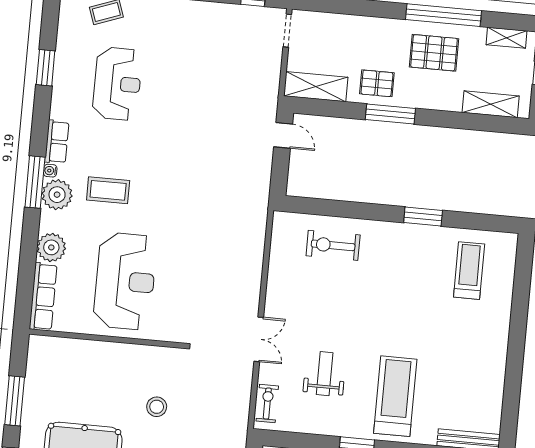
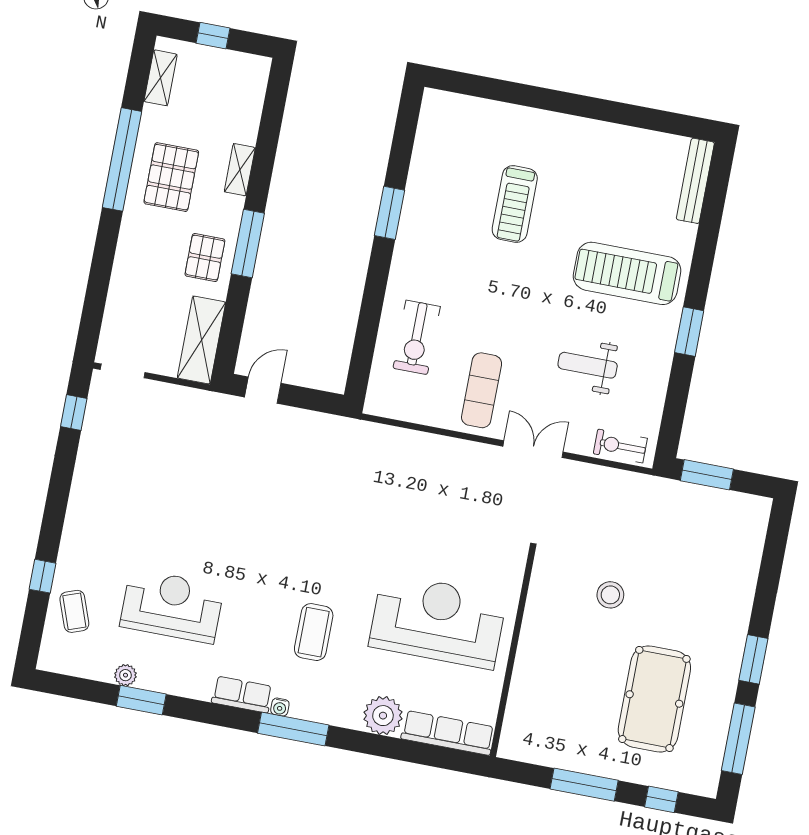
shelving: (491, 104) -> (240, 170), moved, width x0.67, depth x0.75
plant: (57, 195) -> (125, 675), moved, width x0.53, depth x0.53
treadmill: (469, 271) -> (515, 204), moved, turned -90
exercise mat: (299, 297) -> (482, 390), added

